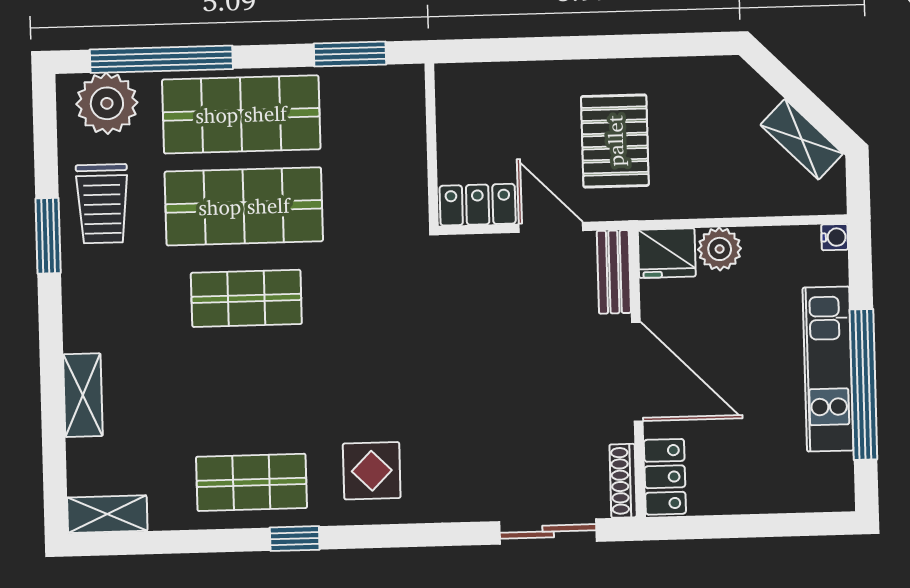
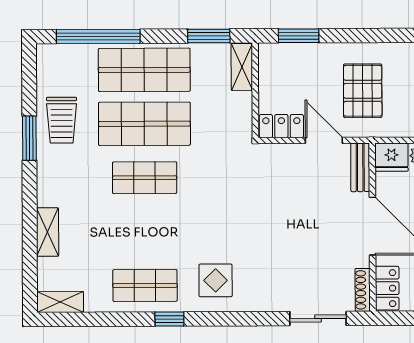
window: (503, 50) -> (299, 36), added
plant: (107, 103) -> (66, 61), removed
shelving: (408, 105) -> (242, 67), added

